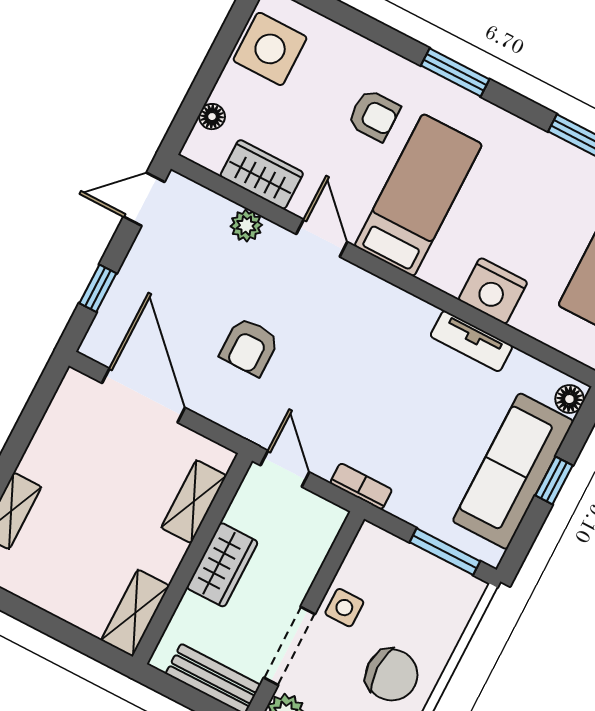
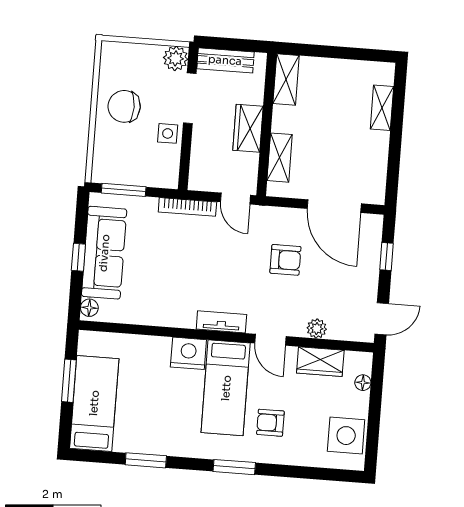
nightstand: (493, 291) -> (188, 353), moved
tv unit: (471, 341) -> (221, 322), moved
armchair: (249, 347) -> (285, 260), turned 90
bookcase: (361, 486) -> (187, 207), width x1.56

